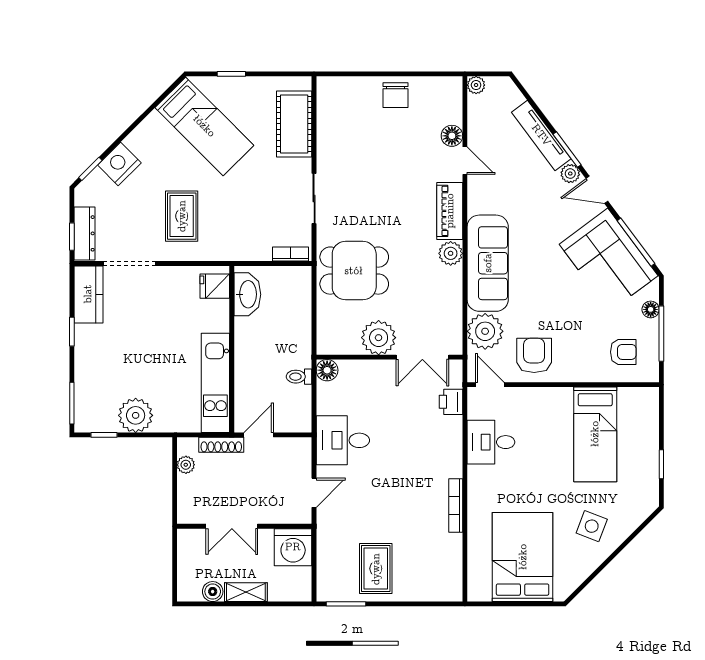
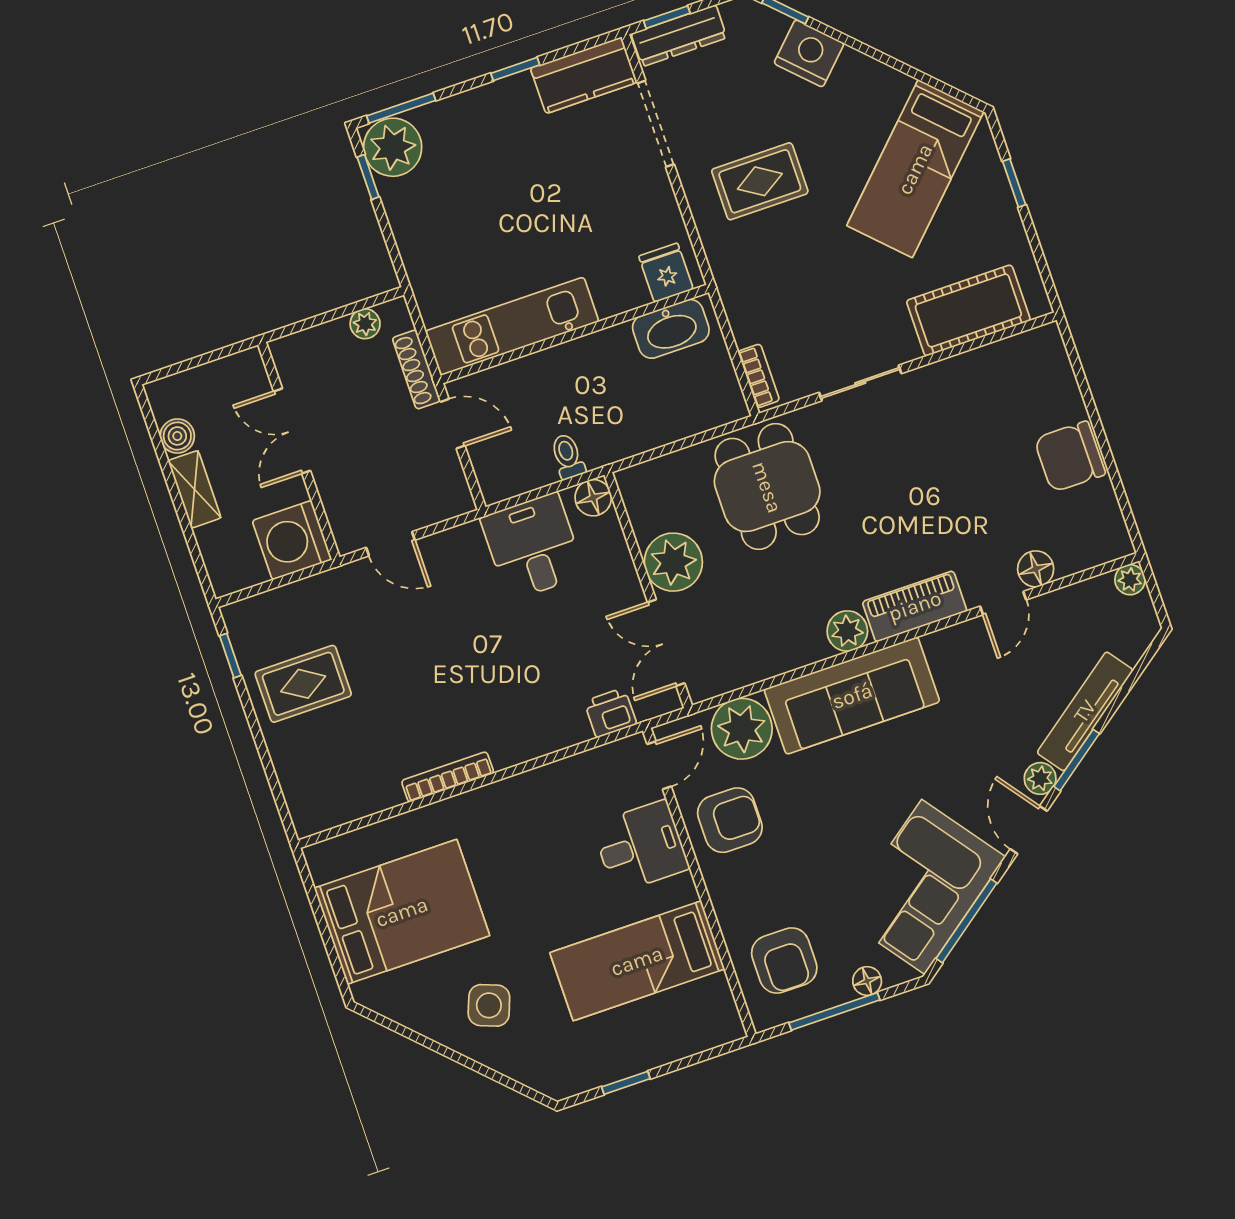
chair: (395, 95) -> (1070, 457), width x1.37, depth x1.37
armchair: (623, 352) -> (784, 961), width x1.38, depth x1.38
plant: (136, 415) -> (393, 147), moved
desk: (343, 440) -> (533, 547), moved
desk: (491, 442) -> (641, 846), moved, turned 90
window: (346, 604) -> (230, 656), width x0.67

